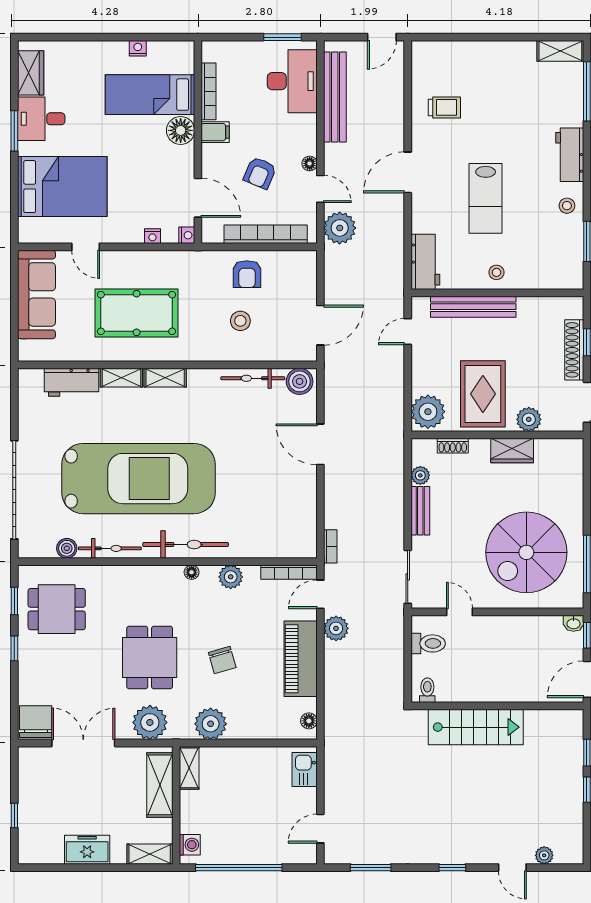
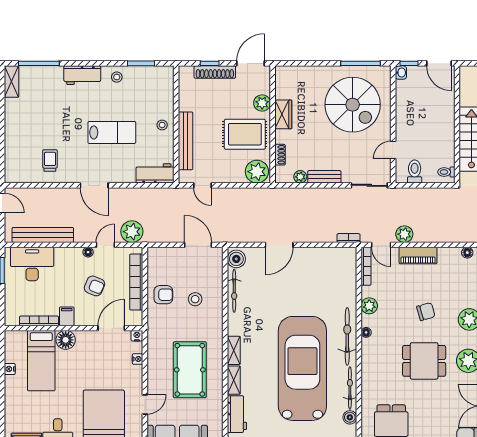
piano: (301, 659) -> (418, 255), width x0.73, depth x0.75

